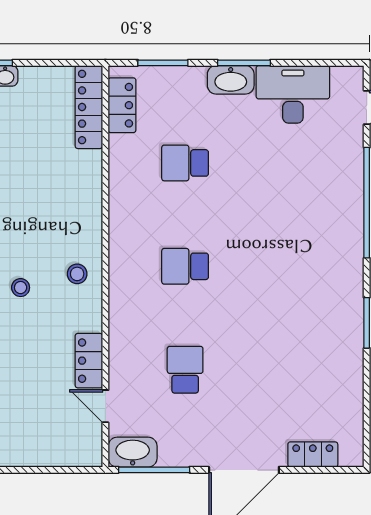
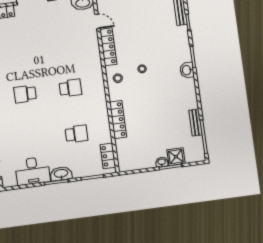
locker: (89, 107) -> (118, 120), moved
locker: (89, 361) -> (108, 47), width x1.53
school desk: (185, 370) -> (25, 94), moved, turned 90

